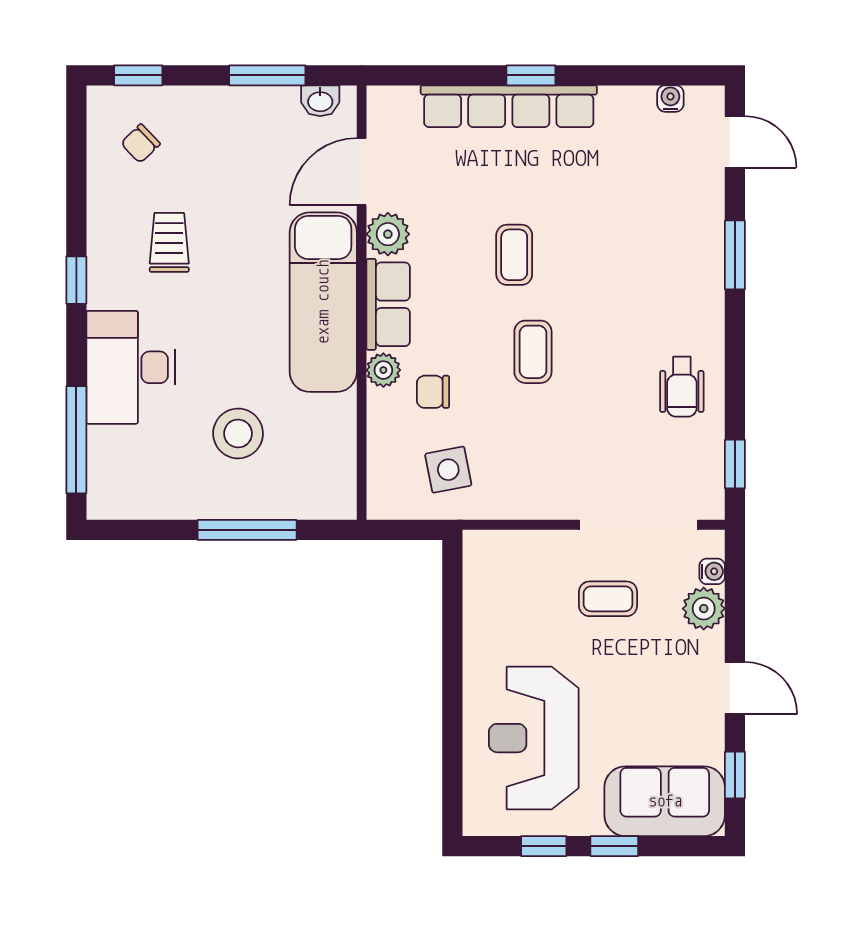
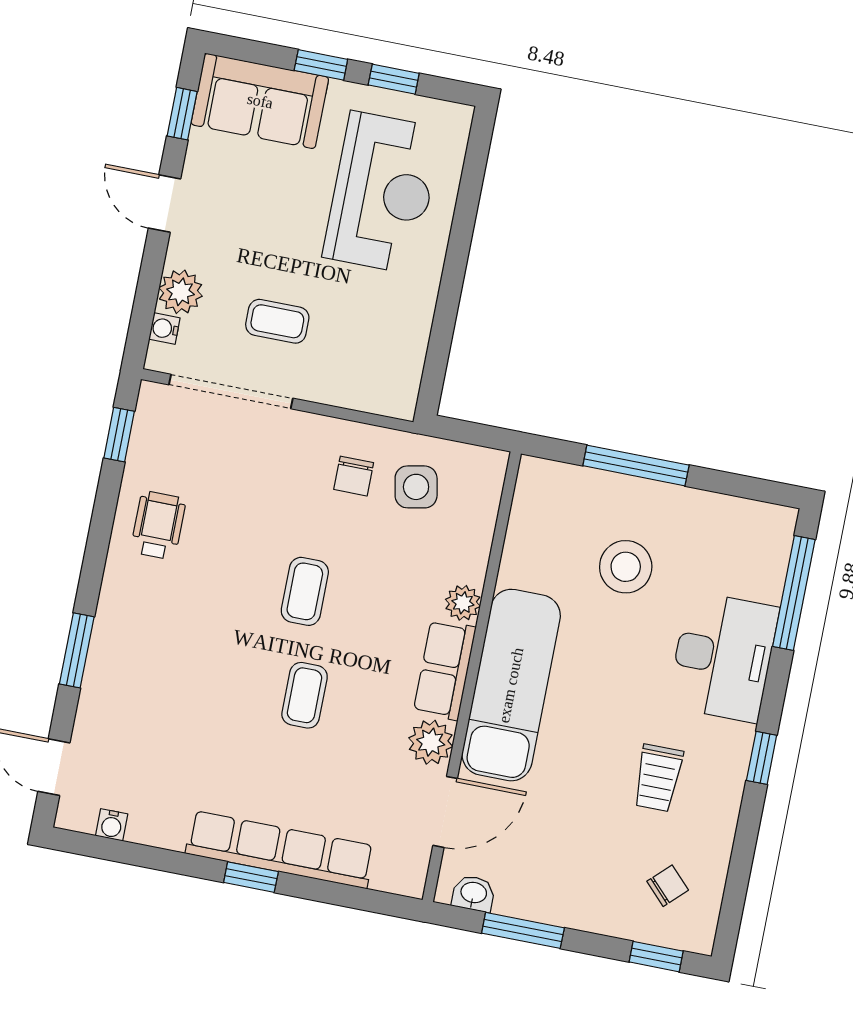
chair: (433, 392) -> (354, 476), moved, turned 90

